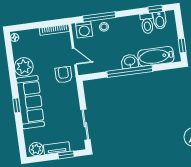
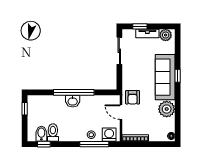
bathtub: (156, 56) -> (49, 103), removed

